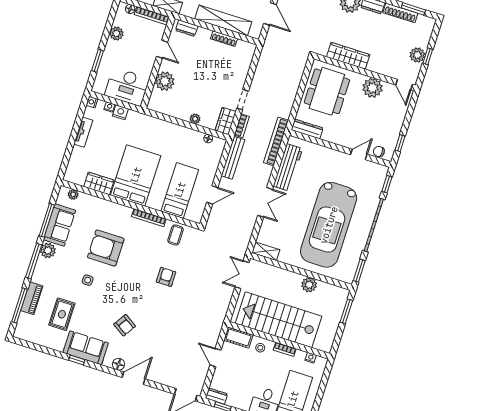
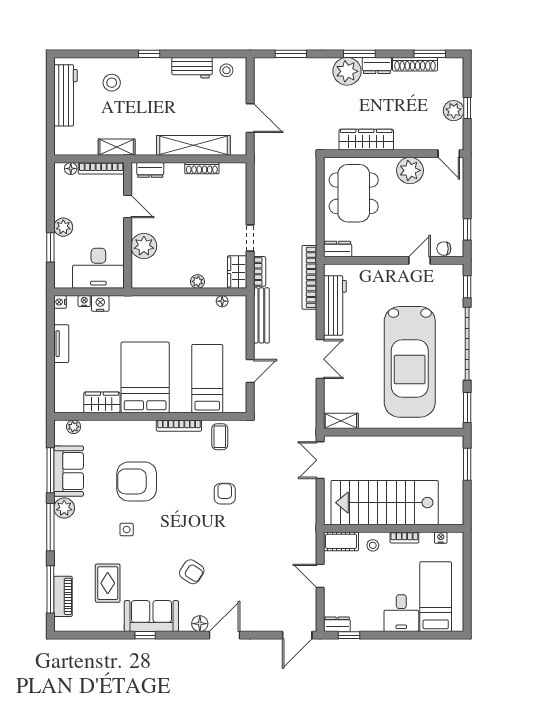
plant: (116, 33) -> (63, 227), moved
dresser: (307, 129) -> (338, 249), width x0.70
plant: (309, 285) -> (409, 446), removed
piano: (32, 298) -> (63, 596), moved

